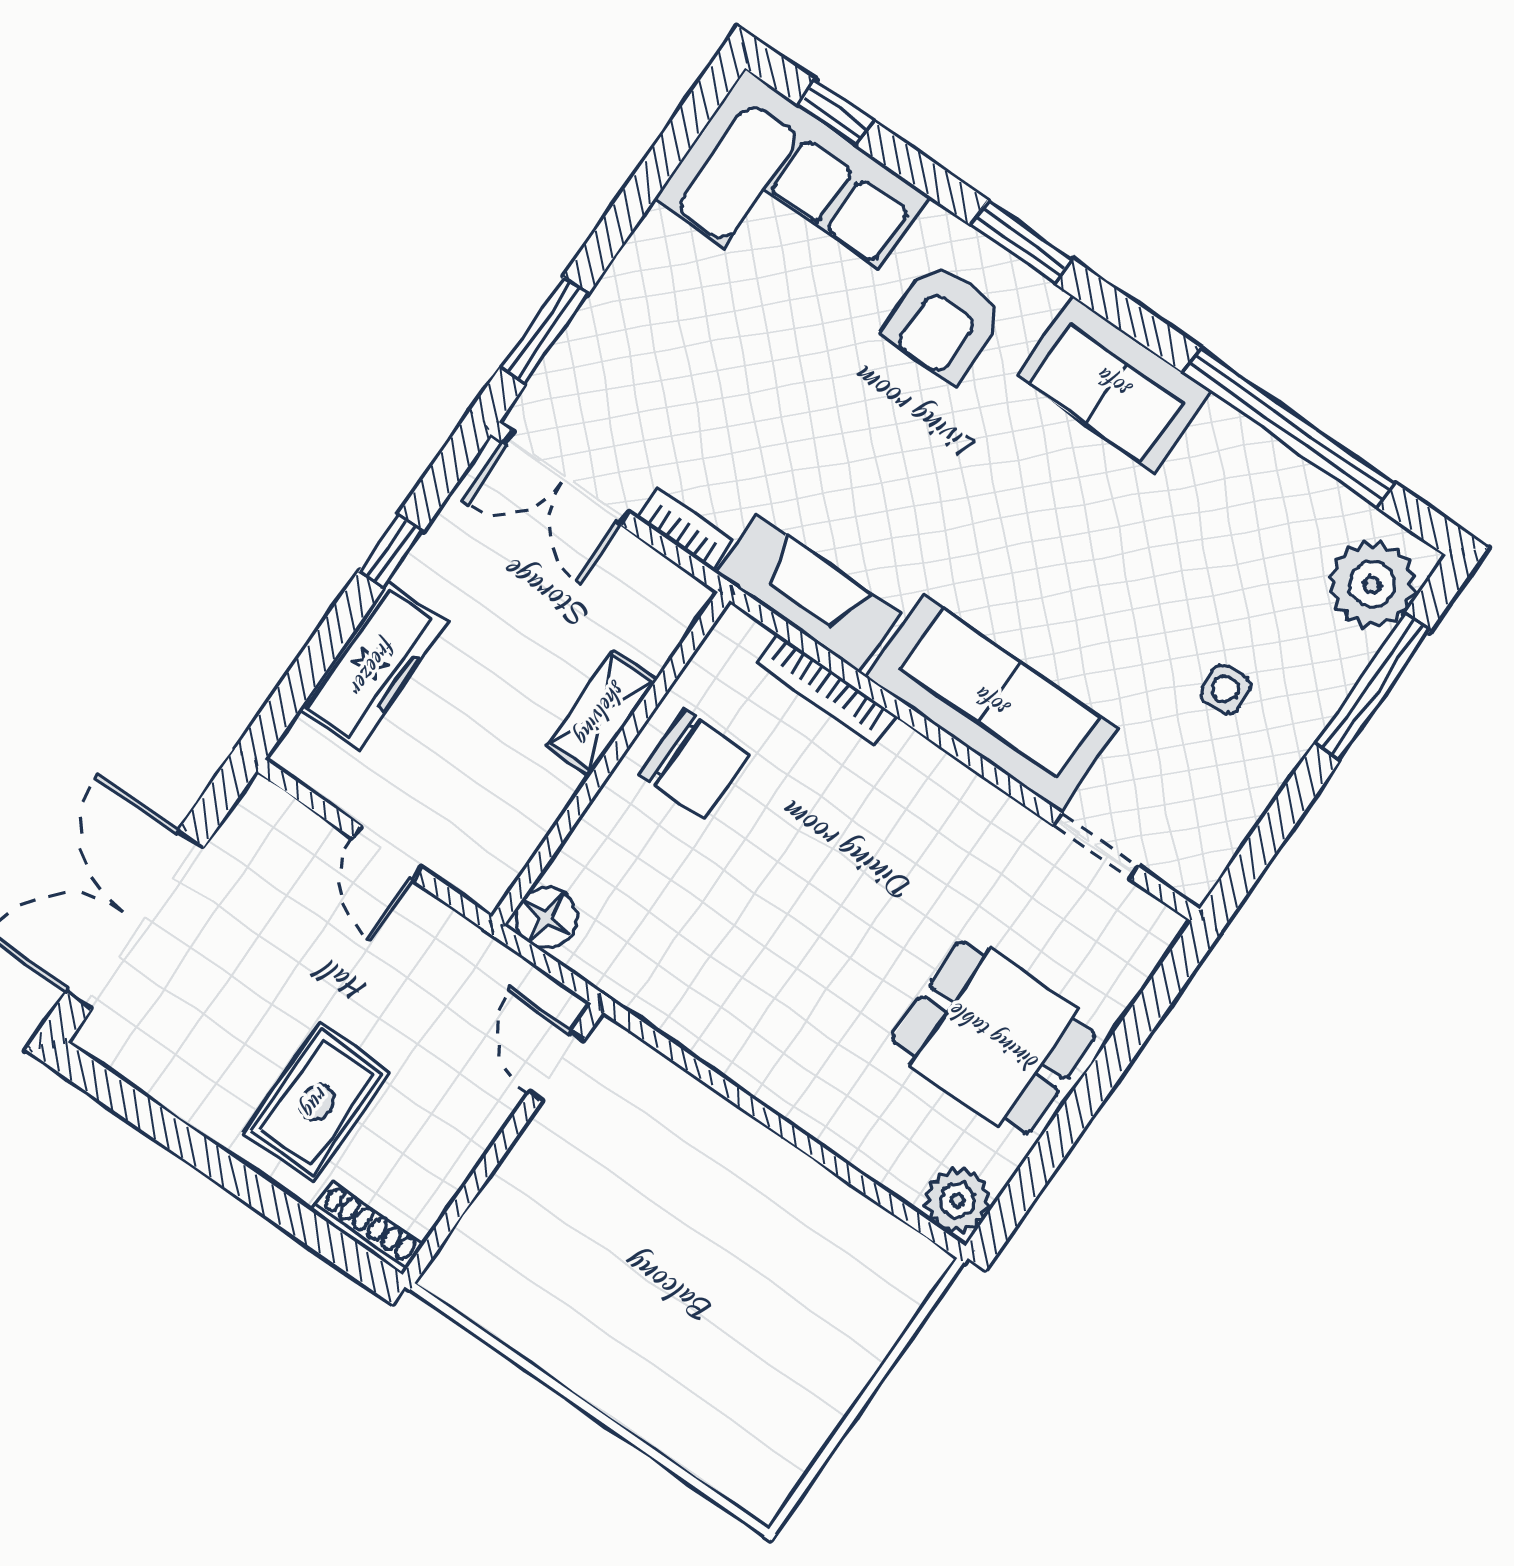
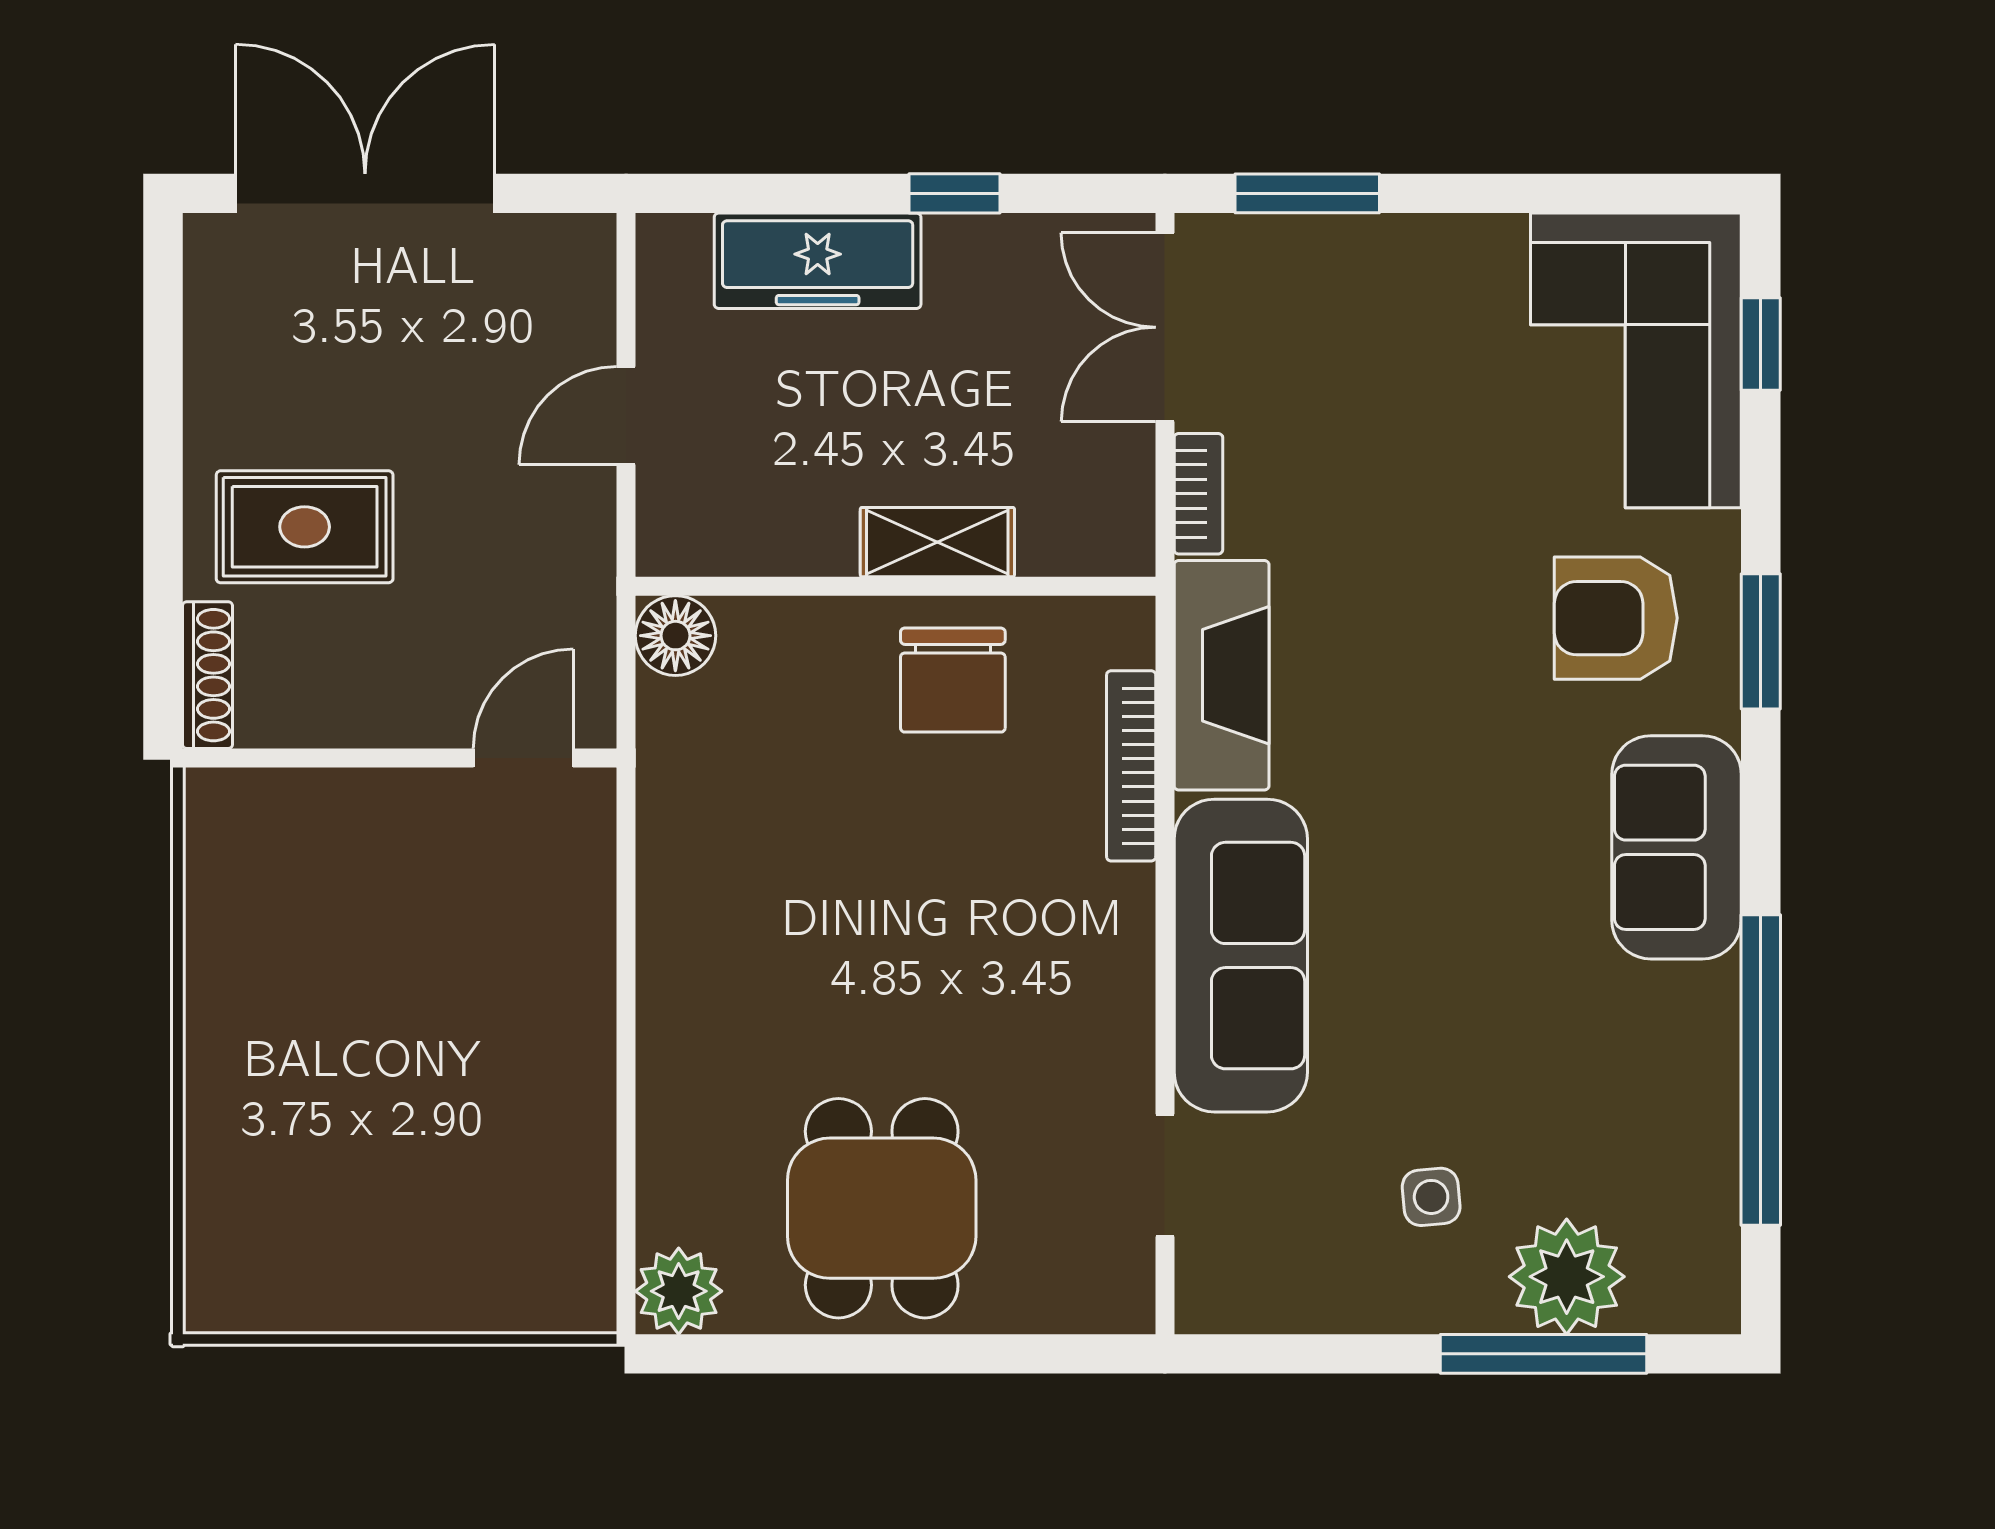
plant: (1372, 584) -> (1567, 1277), moved

